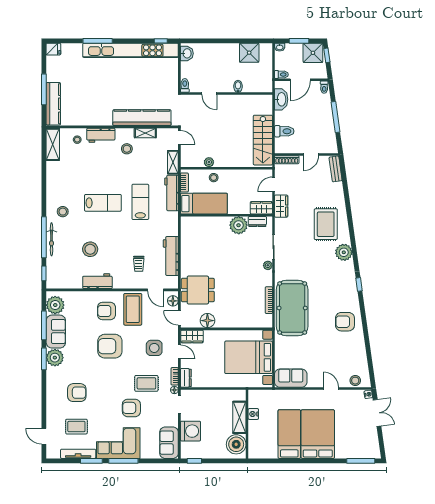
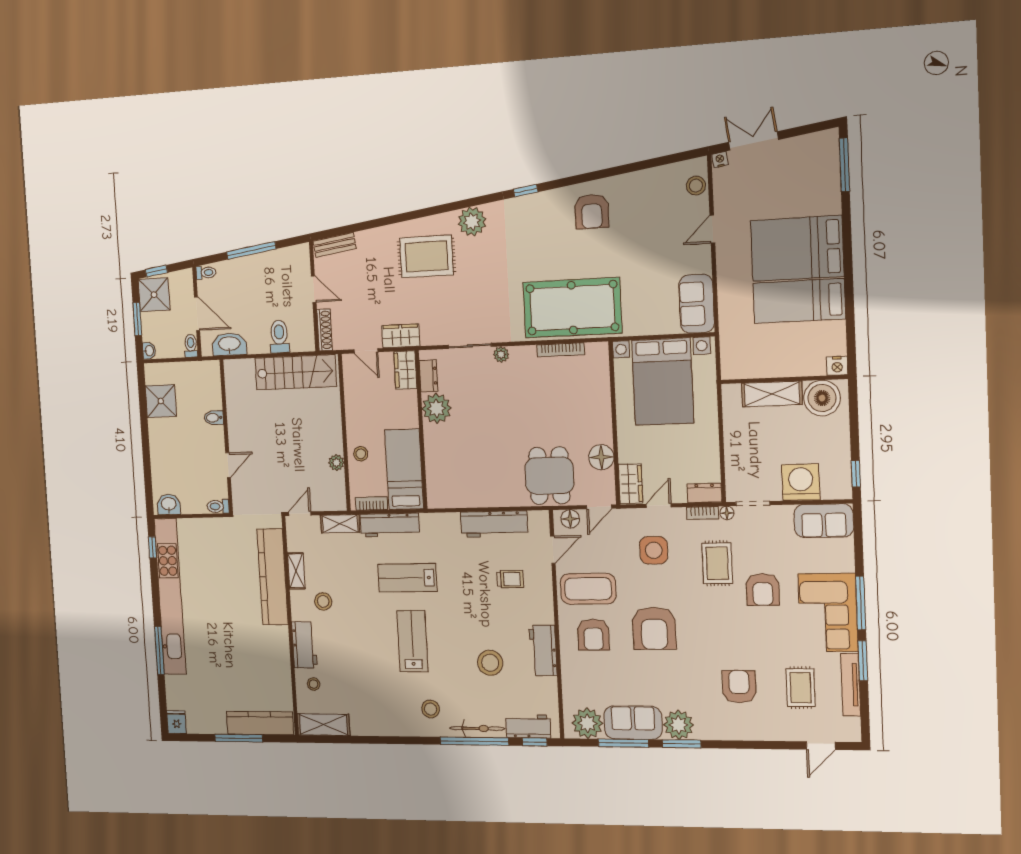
workbench: (53, 270) -> (528, 726), added
nightstand: (253, 414) -> (837, 366), moved

